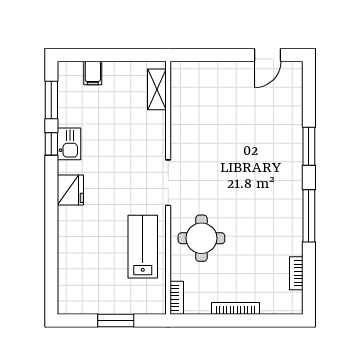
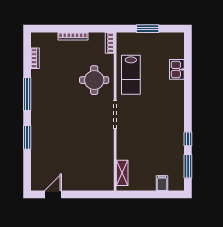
kitchen sink: (69, 144) -> (177, 69), moved
fridge: (70, 190) -> (176, 110), removed

